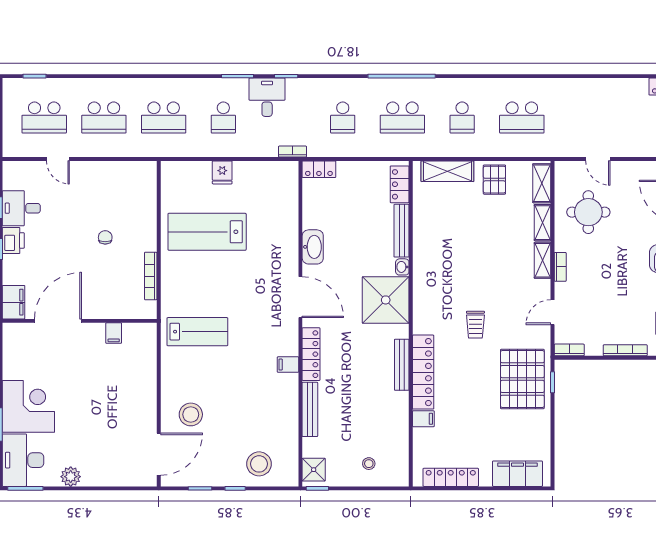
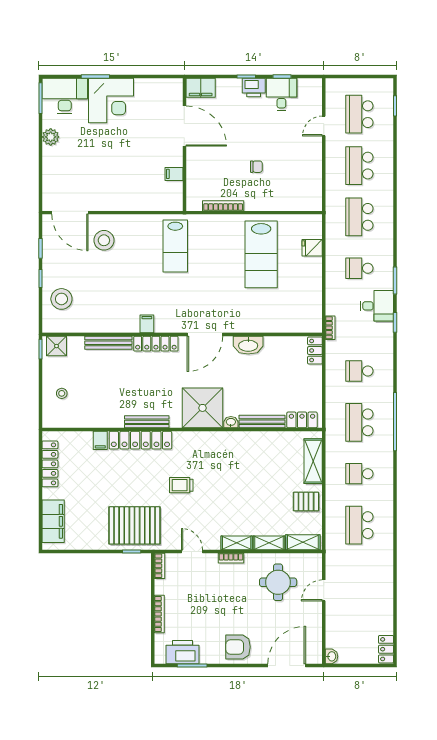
fridge: (222, 172) -> (312, 248), moved
lab bench: (207, 232) -> (261, 254), turned 180

